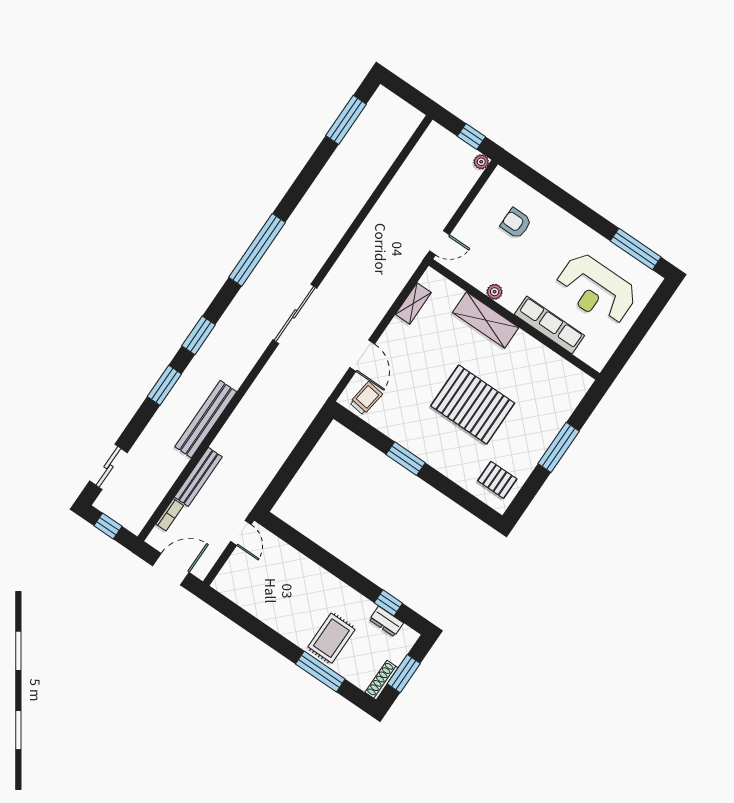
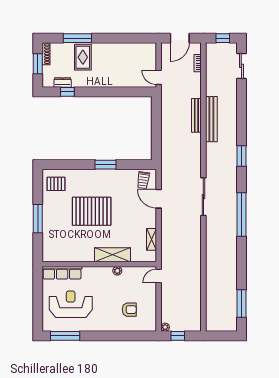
row of seats: (549, 325) -> (62, 273), moved
window: (164, 385) -> (241, 122), removed
bench: (198, 477) -> (196, 115), moved

